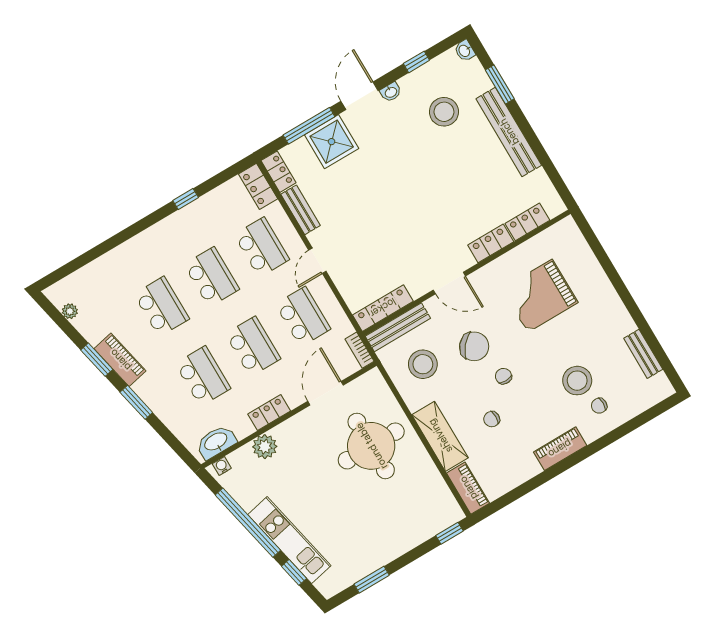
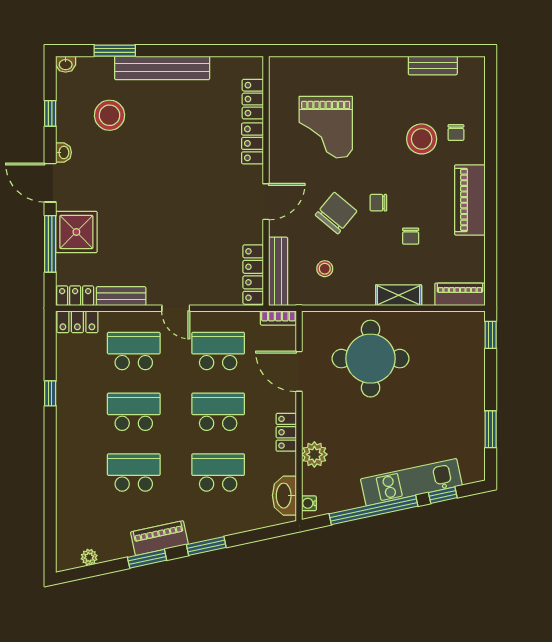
stool: (423, 364) -> (325, 269), width x0.53, depth x0.53
shelving: (440, 436) -> (399, 295), width x0.67, depth x0.75
piano: (560, 449) -> (470, 200), width x1.37, depth x1.33

